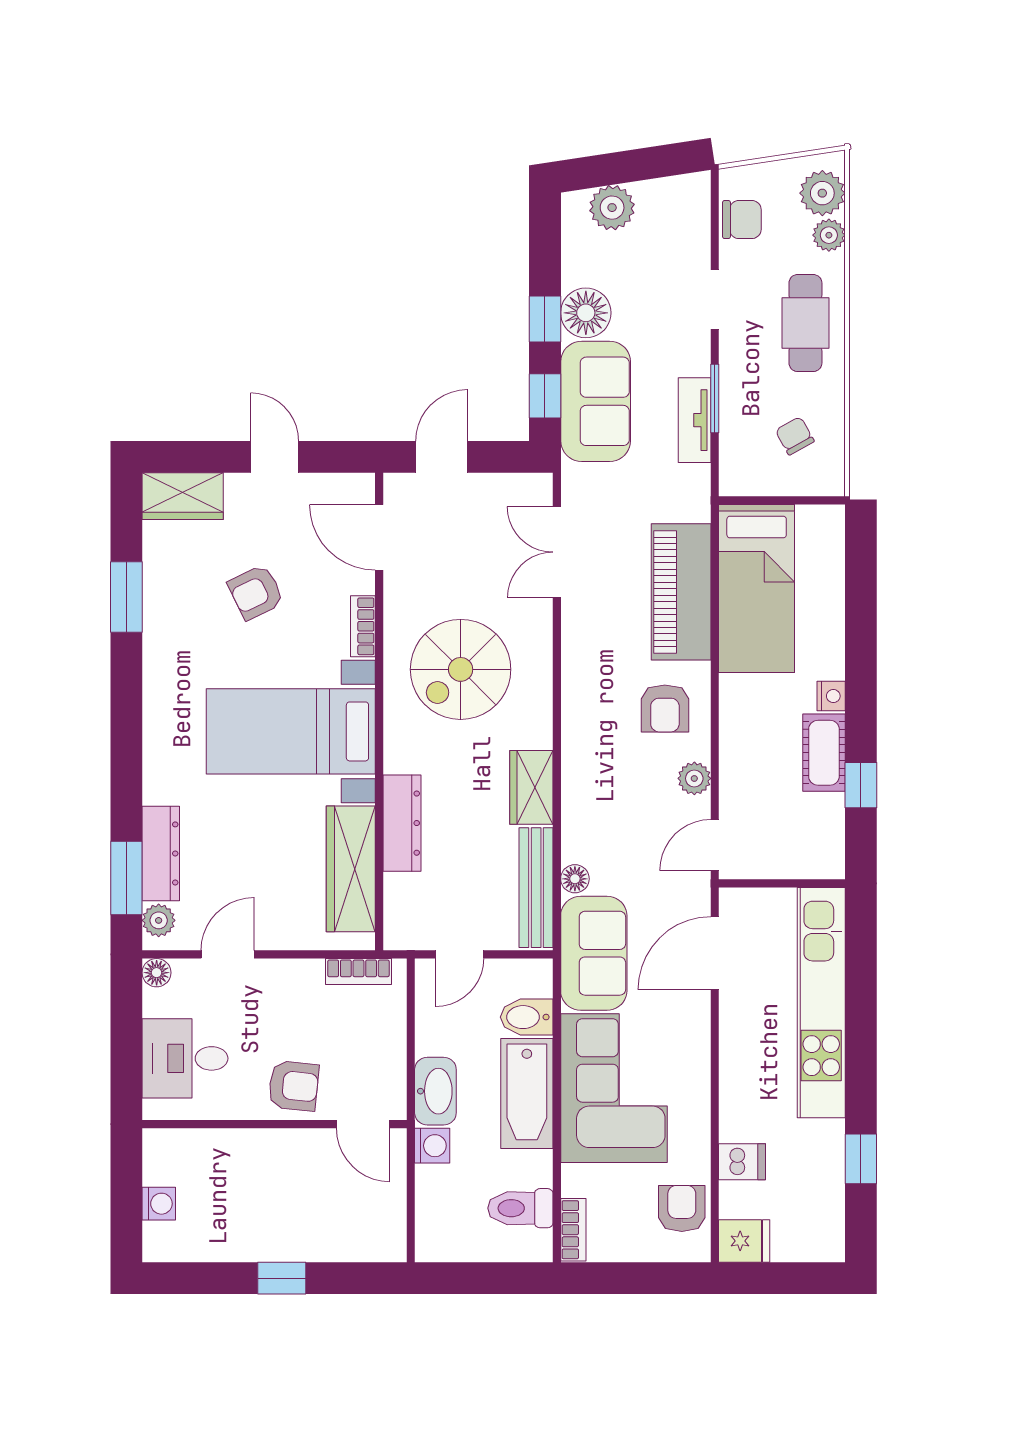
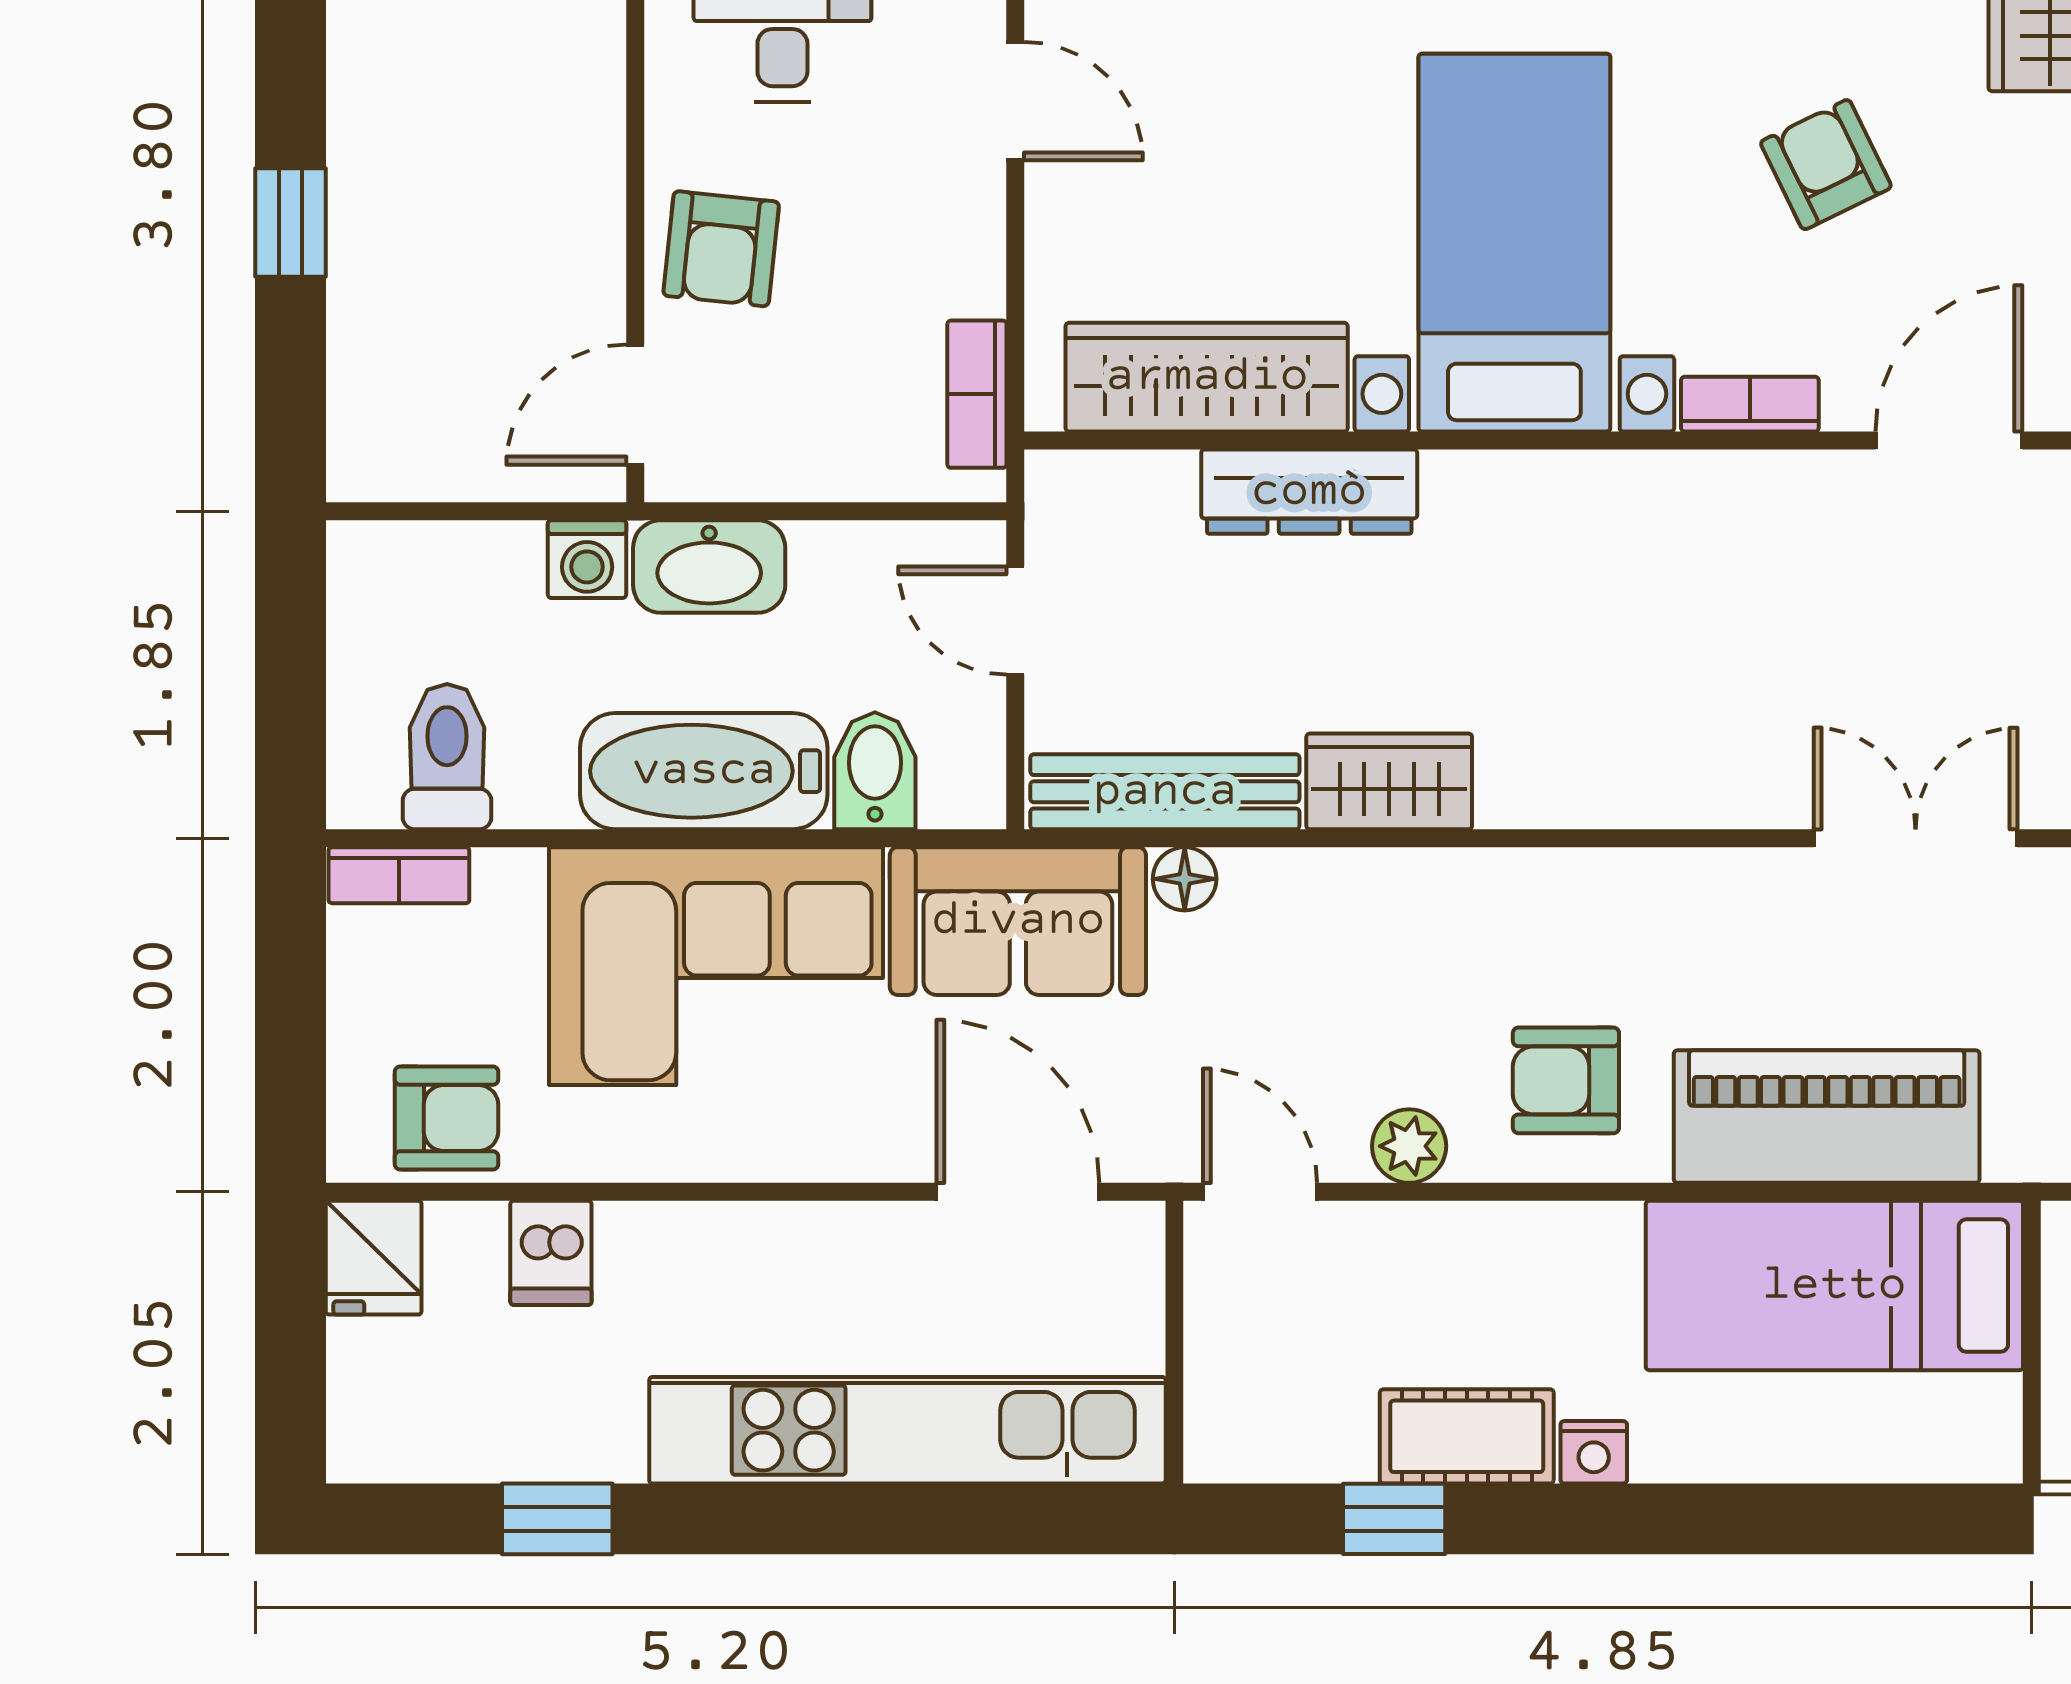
spiral stairs: (461, 669) -> (1653, 623), removed

